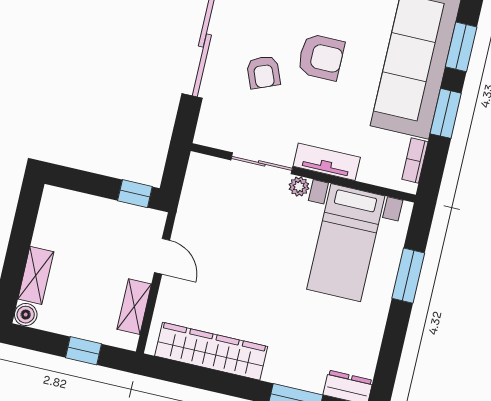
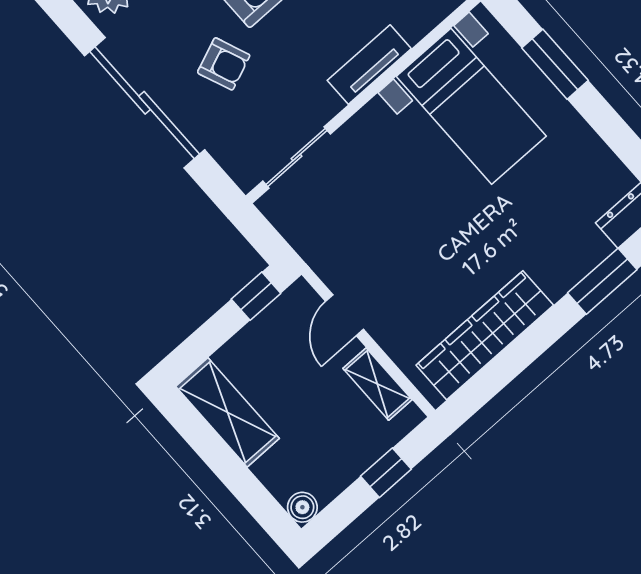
sliding door: (262, 163) -> (297, 157), moved
plant: (299, 187) -> (375, 114), removed
door: (162, 256) -> (345, 315), swing flipped
shelving: (36, 275) -> (228, 412), moved, width x1.50, depth x1.33

